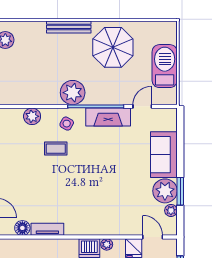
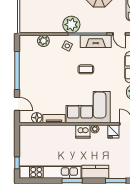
door: (142, 106) -> (119, 34), swing flipped
coffee table: (56, 149) -> (86, 69), moved
corner sofa: (97, 213) -> (88, 107), added

